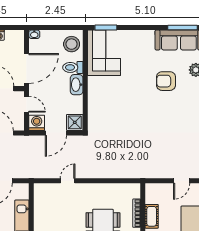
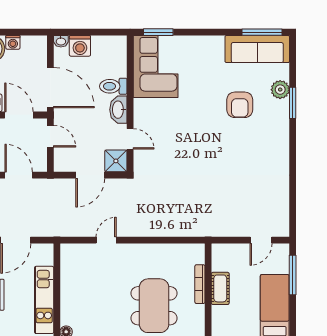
stool: (72, 44) -> (111, 55), removed
door: (27, 68) -> (50, 88), hinge flipped
armchair: (166, 81) -> (240, 105), turned -90
door: (85, 106) -> (130, 139), added
washing machine: (37, 123) -> (80, 46), moved, turned 180

